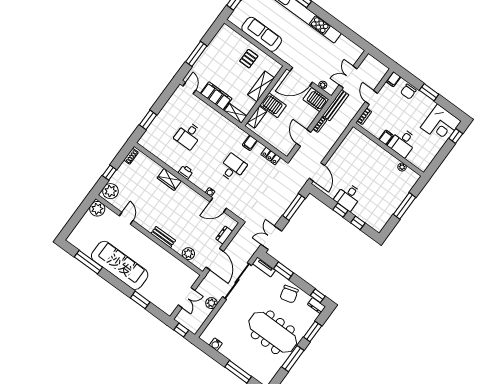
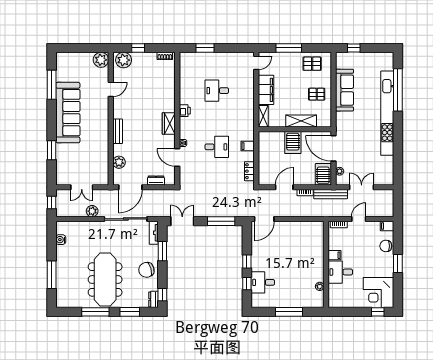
pallet: (222, 45) -> (312, 64), added
shelving: (257, 117) -> (273, 136), removed
wardrobe: (169, 179) -> (169, 124), moved
desk: (348, 197) -> (263, 282), moved

